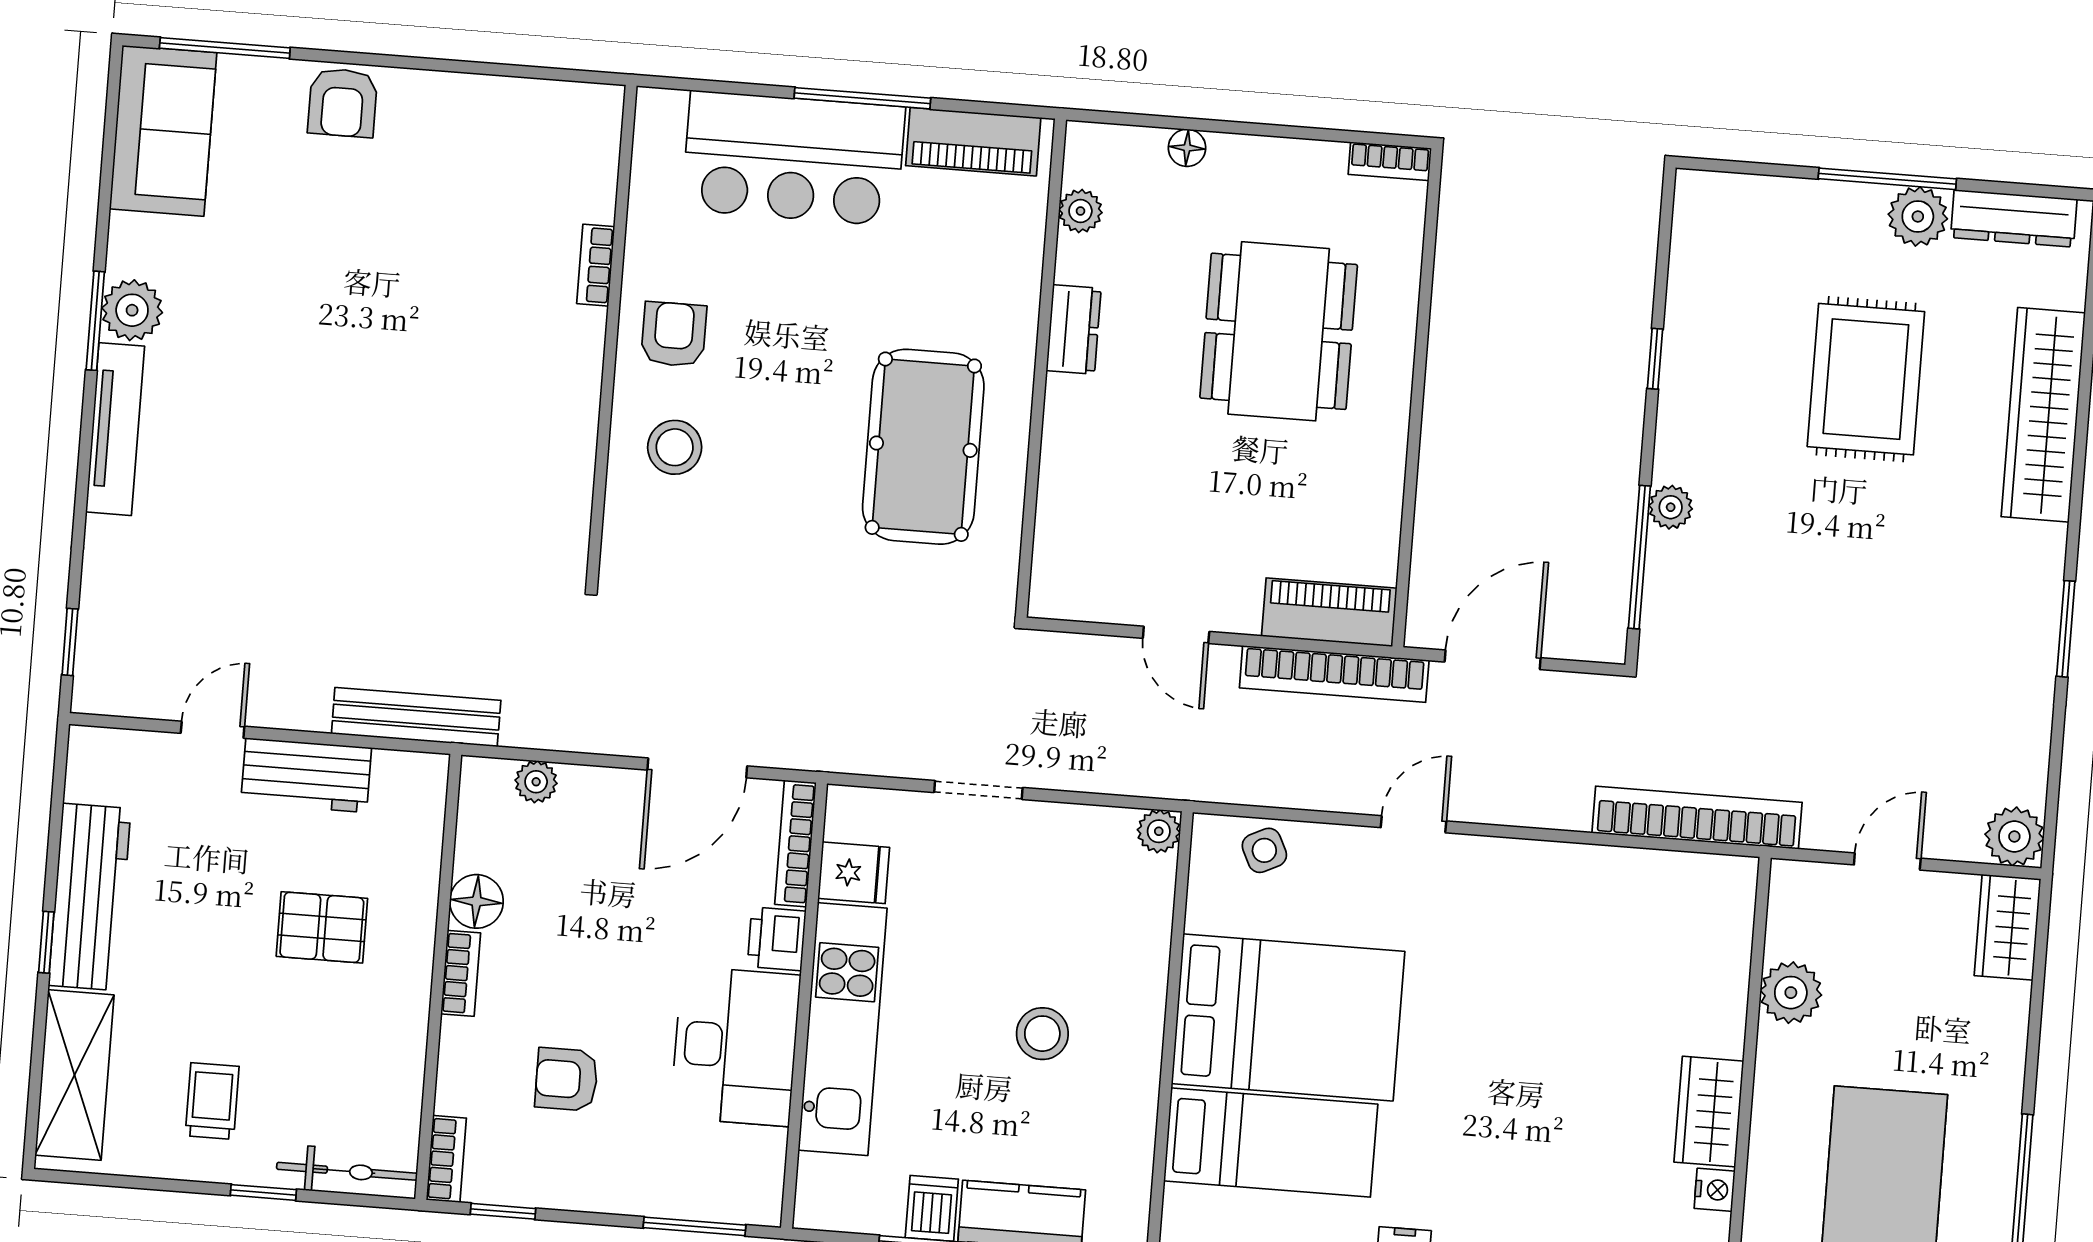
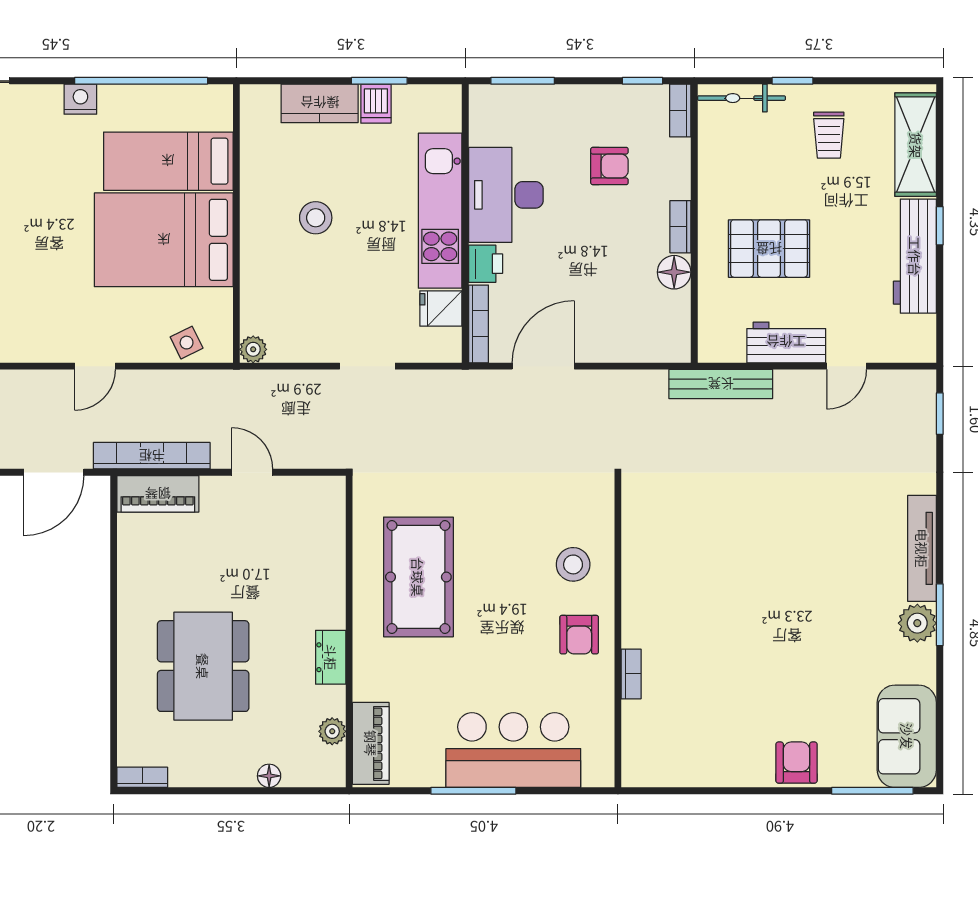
piano: (973, 142) -> (371, 743), moved, turned 90
plant: (536, 782) -> (643, 350), removed
pallet: (322, 927) -> (769, 249), width x1.50, depth x1.42

